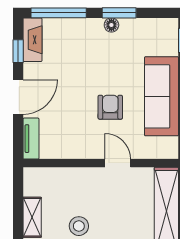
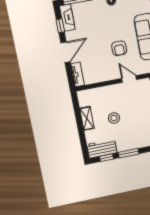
armchair: (110, 107) -> (119, 48), turned 180

